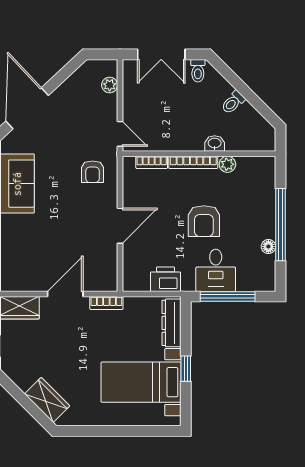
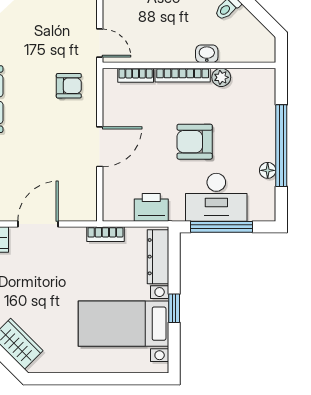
armchair: (93, 172) -> (69, 86), turned -90
armchair: (204, 221) -> (195, 142), turned 90
desk: (216, 270) -> (216, 197), width x1.37
bookcase: (106, 303) -> (105, 234), moved

